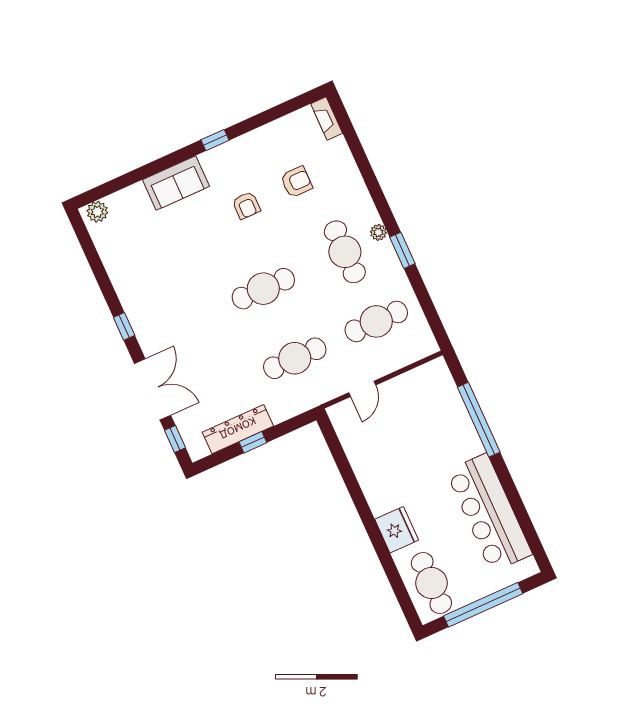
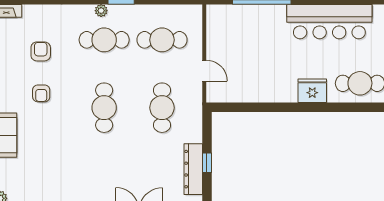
armchair: (246, 205) -> (41, 93), turned 90
cafe table: (376, 321) -> (162, 40), turned 90

